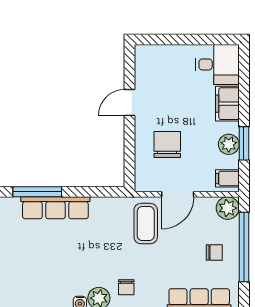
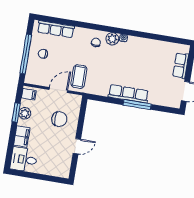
chair: (167, 144) -> (59, 119), turned -90
plant: (228, 208) -> (31, 78), removed

